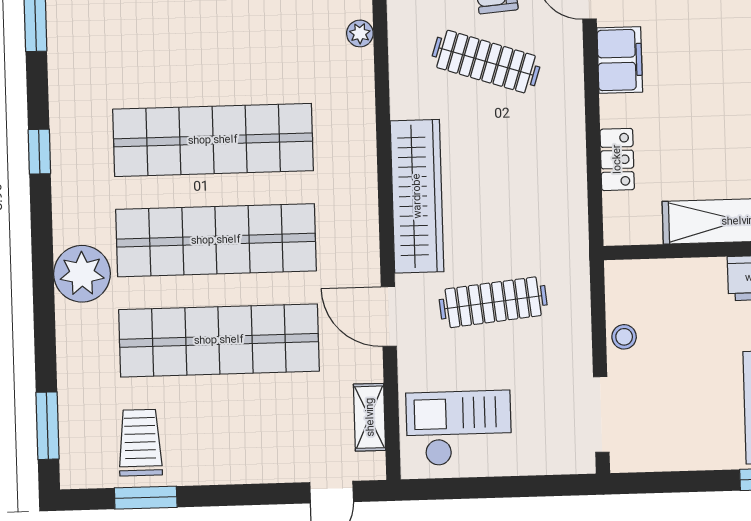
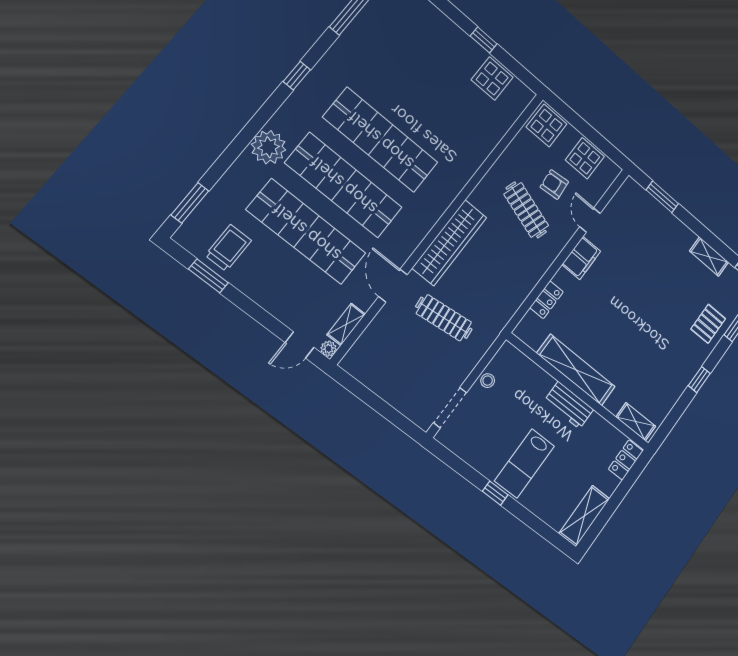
plant: (360, 33) -> (329, 349), moved
checkout: (459, 428) -> (382, 363), removed

